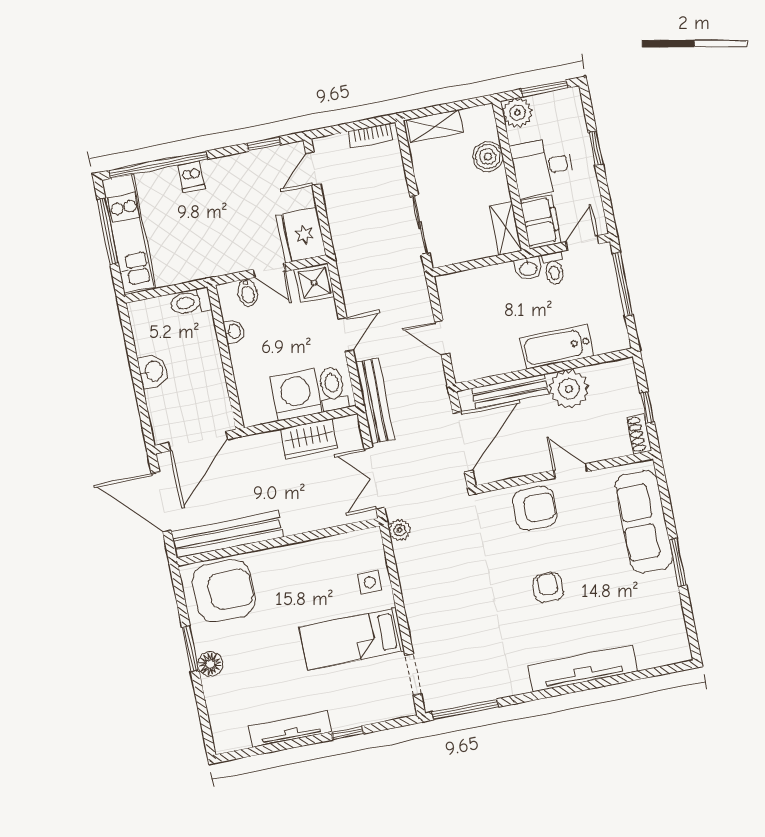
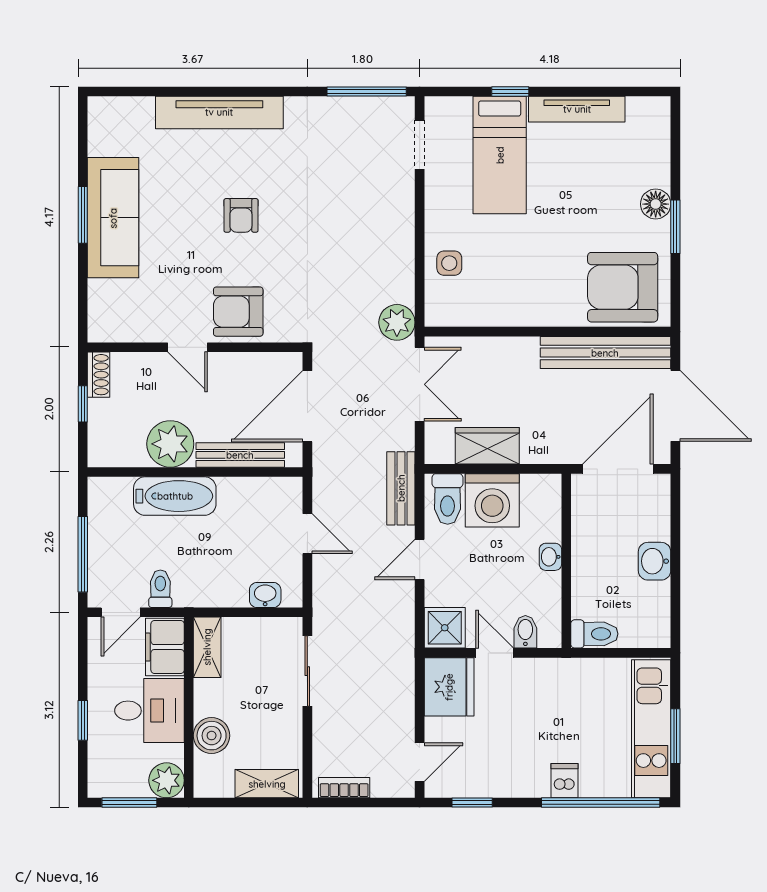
window: (108, 231) -> (675, 736), width x0.69
washbasin: (528, 268) -> (265, 595), moved
washbasin: (234, 331) -> (550, 557), moved
bench: (375, 401) -> (401, 488), width x0.73
sofa: (644, 522) -> (113, 218), moved
plant: (400, 530) -> (397, 322), width x1.38, depth x1.38
bed: (352, 639) -> (500, 155), moved, turned 90

